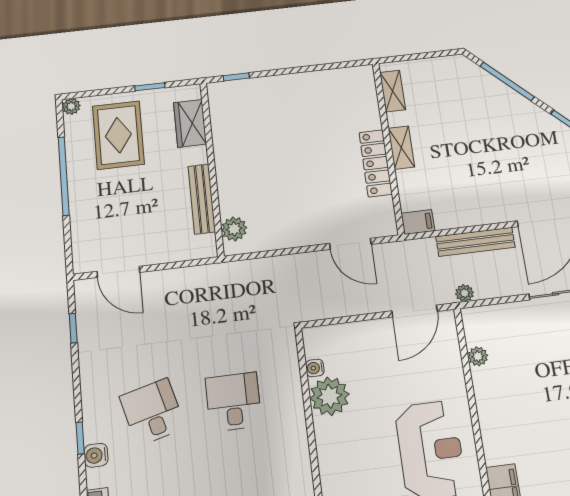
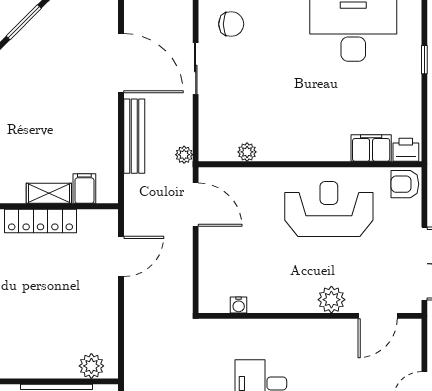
shelving: (401, 148) -> (49, 193), moved
filing cabinet: (418, 222) -> (84, 188), moved
plant: (330, 396) -> (331, 300), moved, width x0.73, depth x0.73

